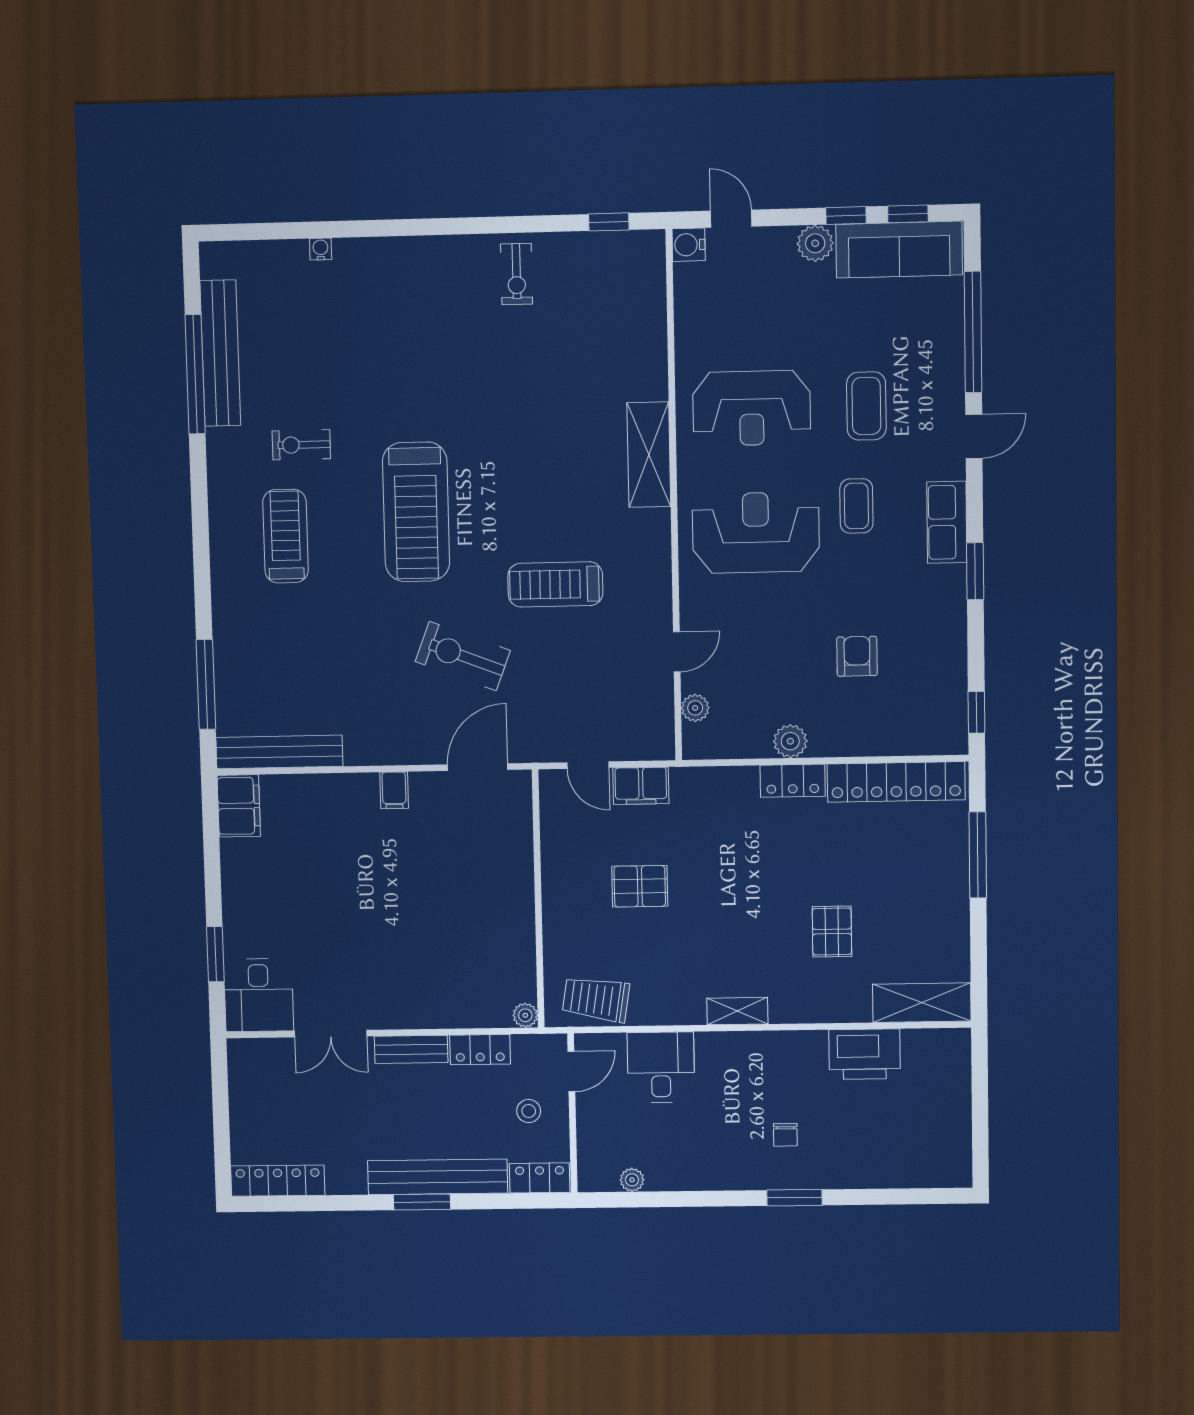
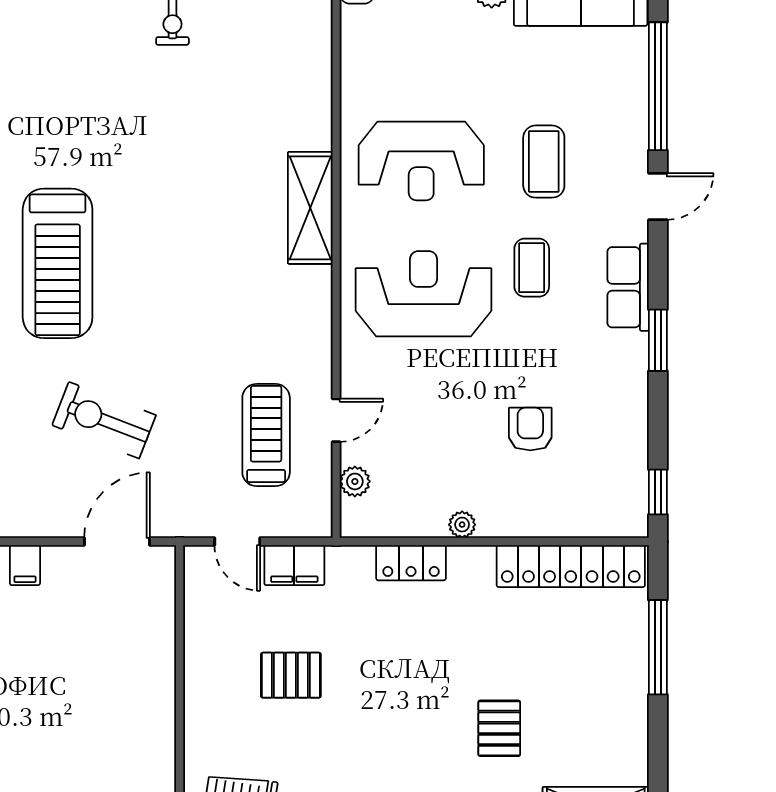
treadmill: (555, 584) -> (266, 435), moved, turned 90
plant: (790, 741) -> (462, 525), width x0.73, depth x0.73
locker: (793, 781) -> (411, 563), moved

